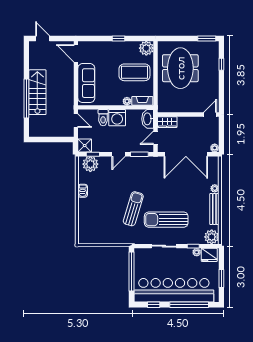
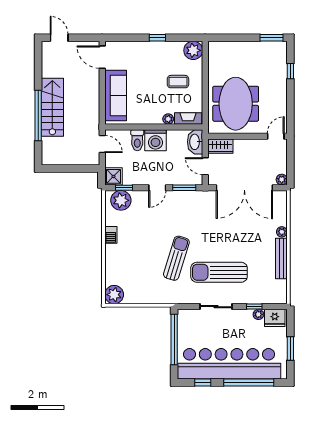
meeting table: (180, 68) -> (236, 104), moved
coffee table: (134, 72) -> (178, 82), width x0.54, depth x0.58
door: (156, 138) -> (205, 166), hinge flipped
plant: (212, 237) -> (114, 295), moved

